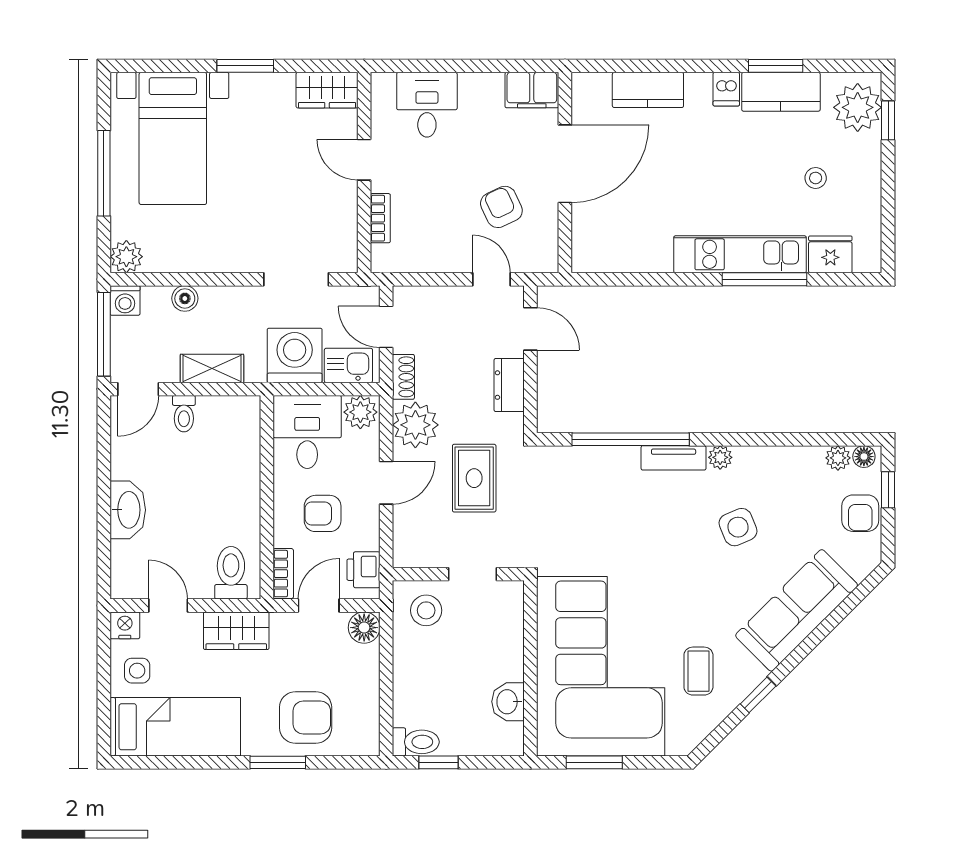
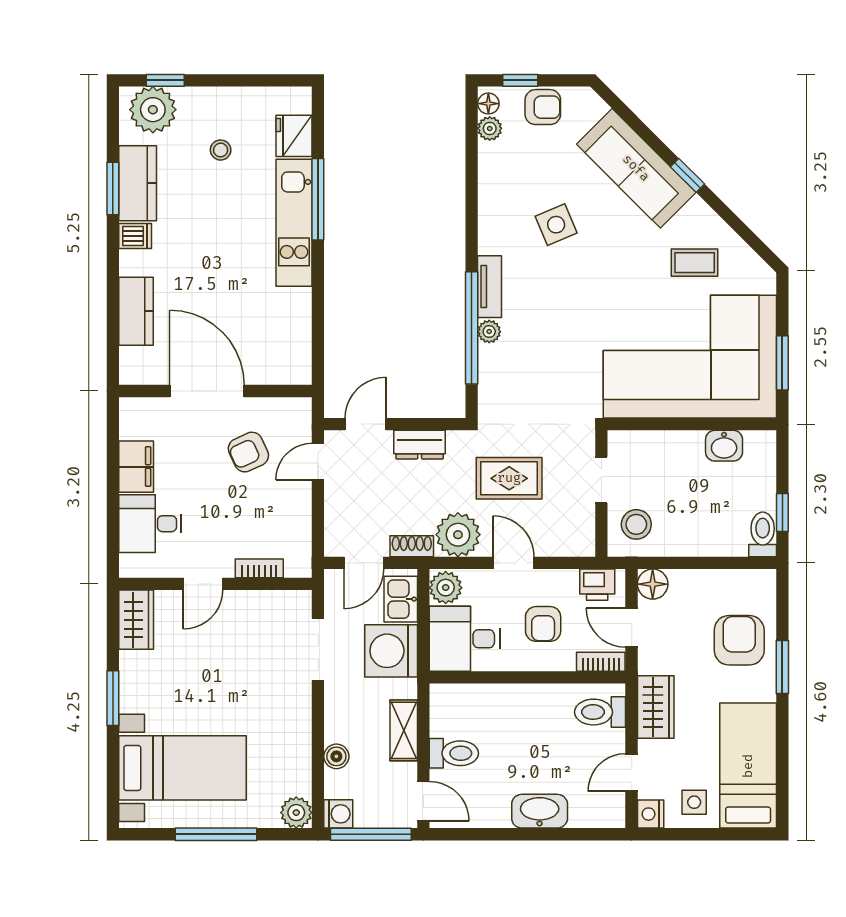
filing cabinet: (532, 90) -> (136, 467), moved
toilet: (184, 414) -> (454, 753), width x1.37, depth x1.39
plant: (720, 457) -> (489, 332), moved
window: (758, 695) -> (687, 175), moved

